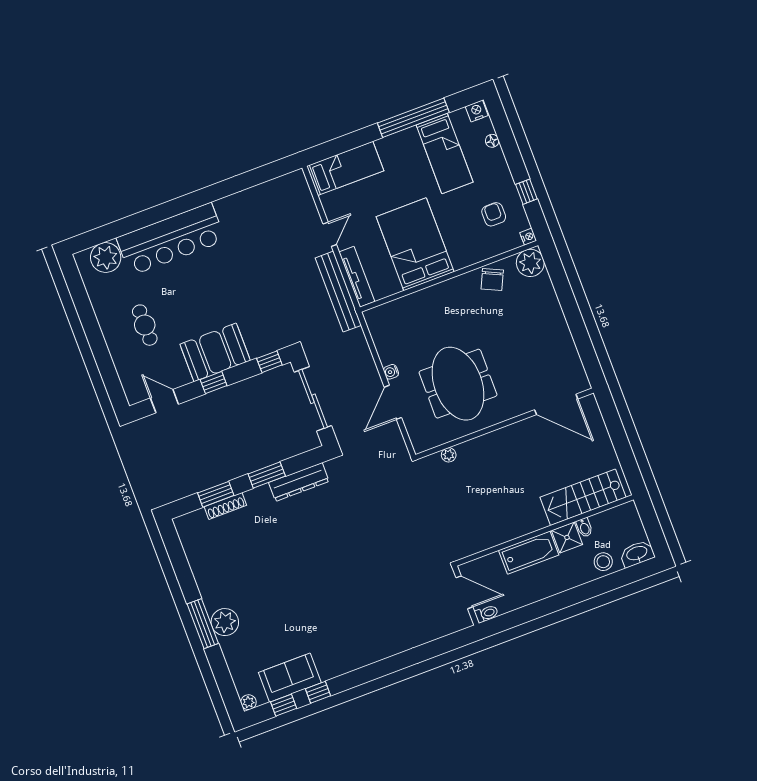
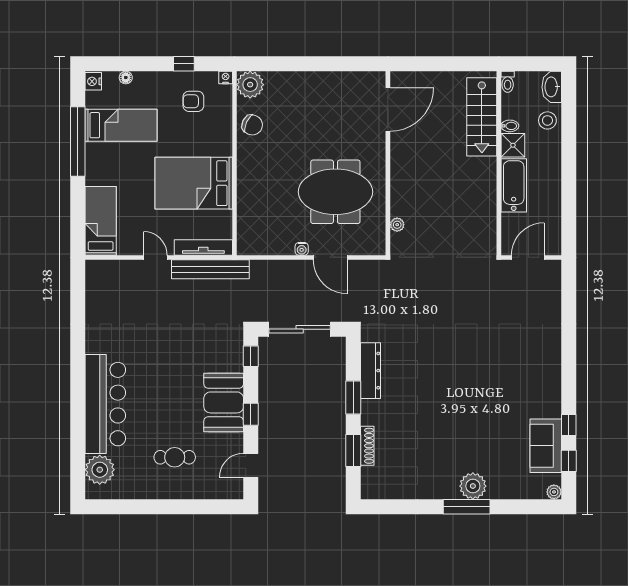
toilet: (487, 614) -> (508, 82), moved, turned 180

